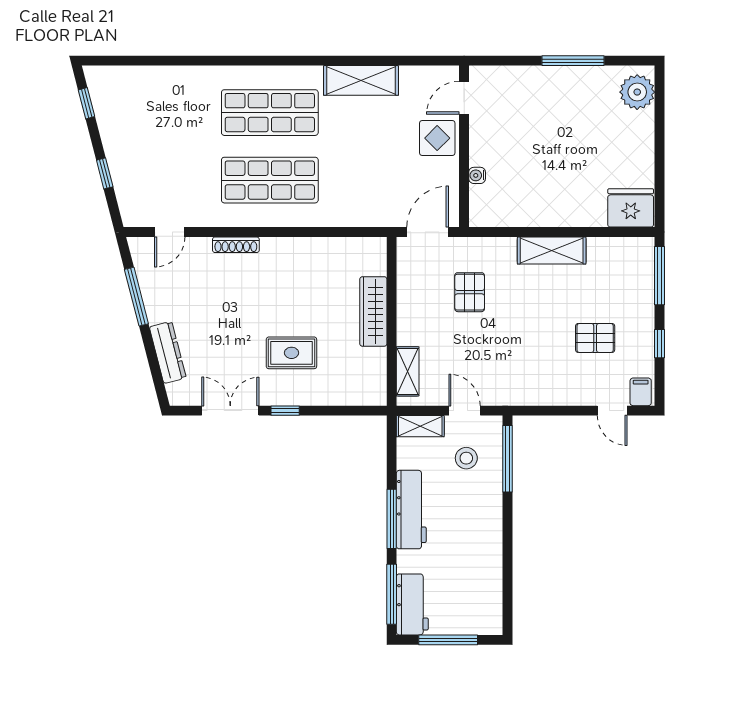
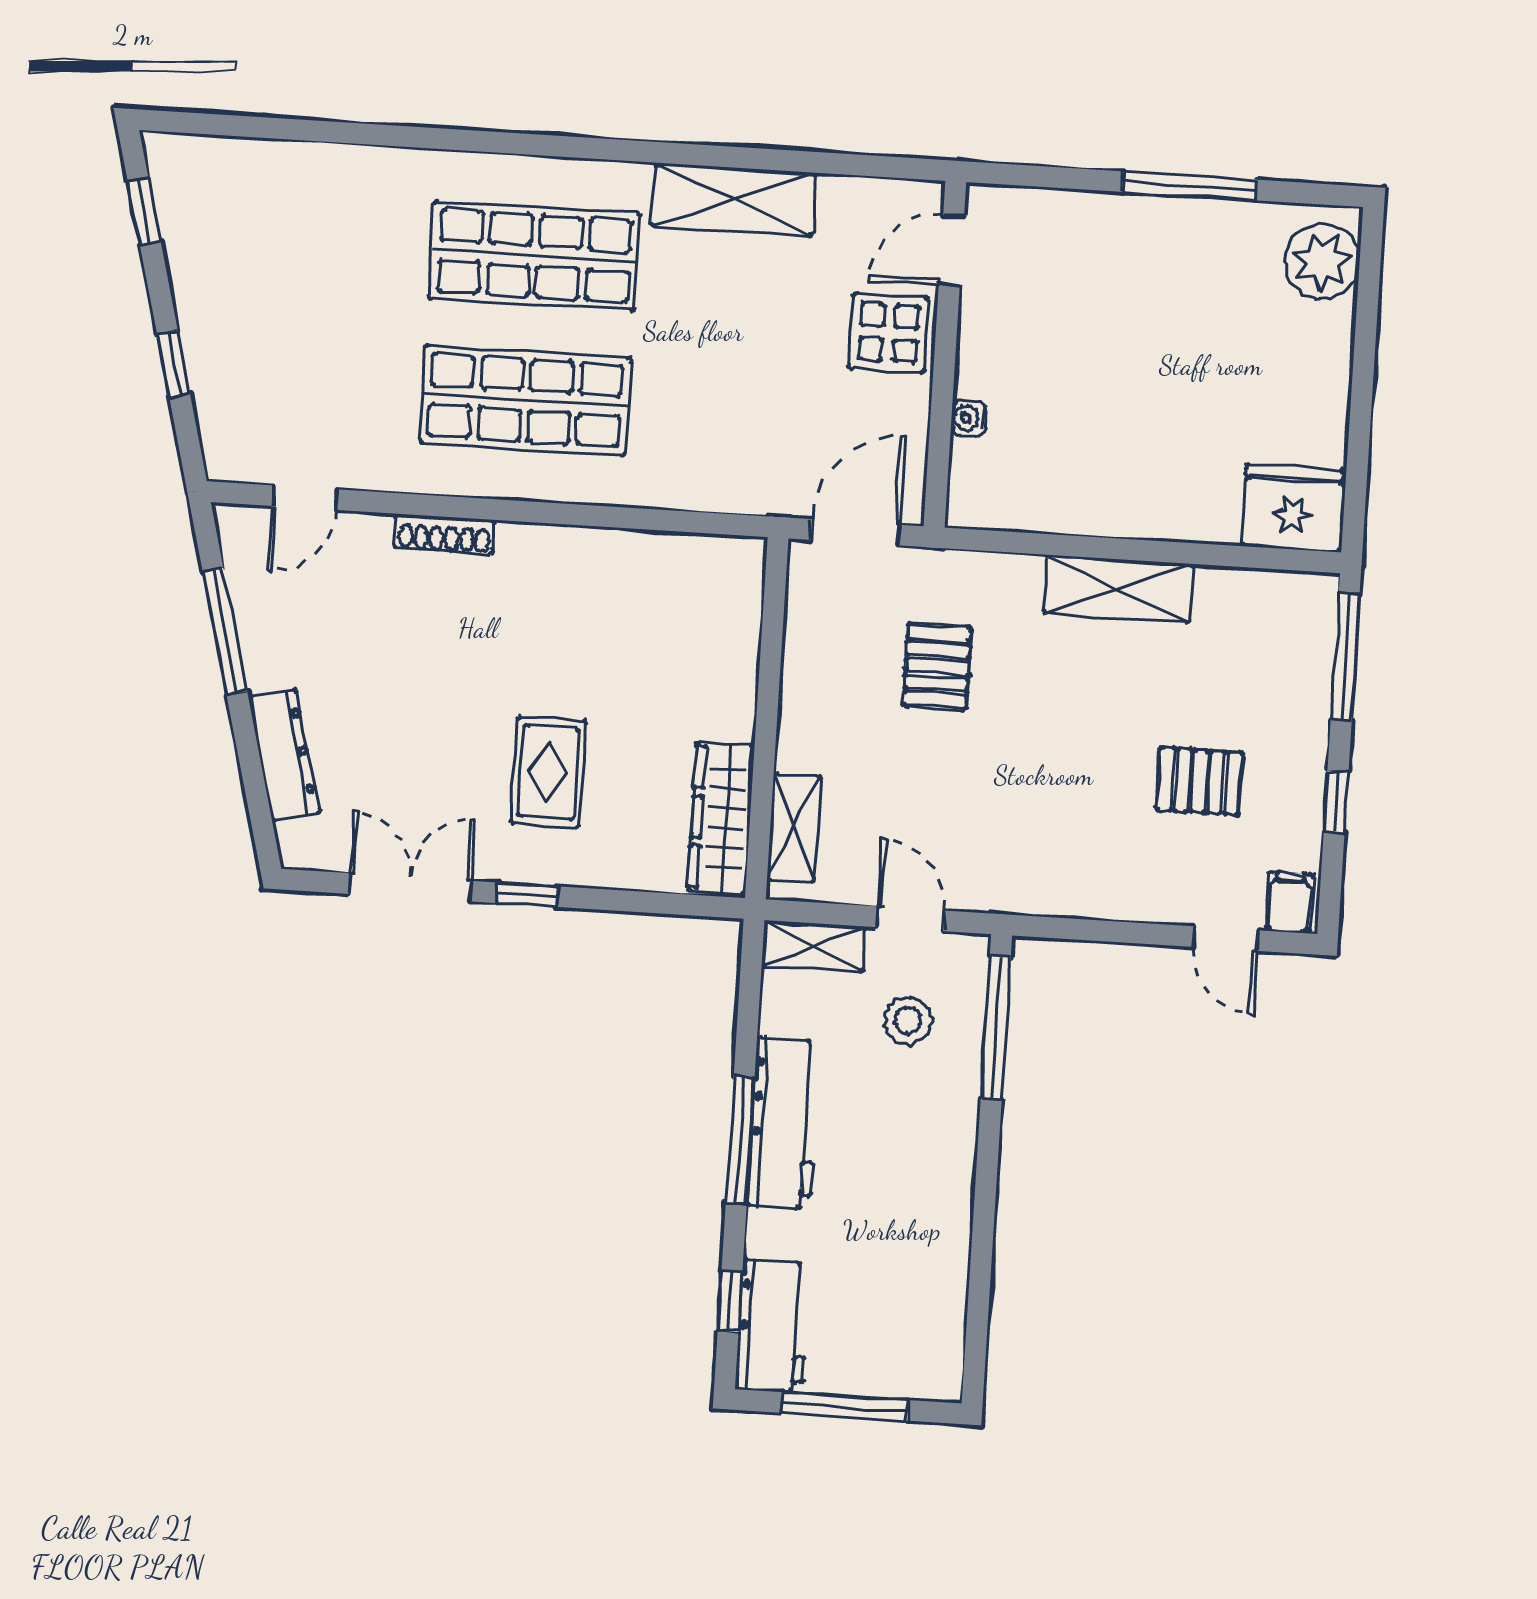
wardrobe: (373, 311) -> (721, 818), moved
rug: (291, 353) -> (549, 772), turned 90
window: (392, 594) -> (730, 1302), width x0.46

